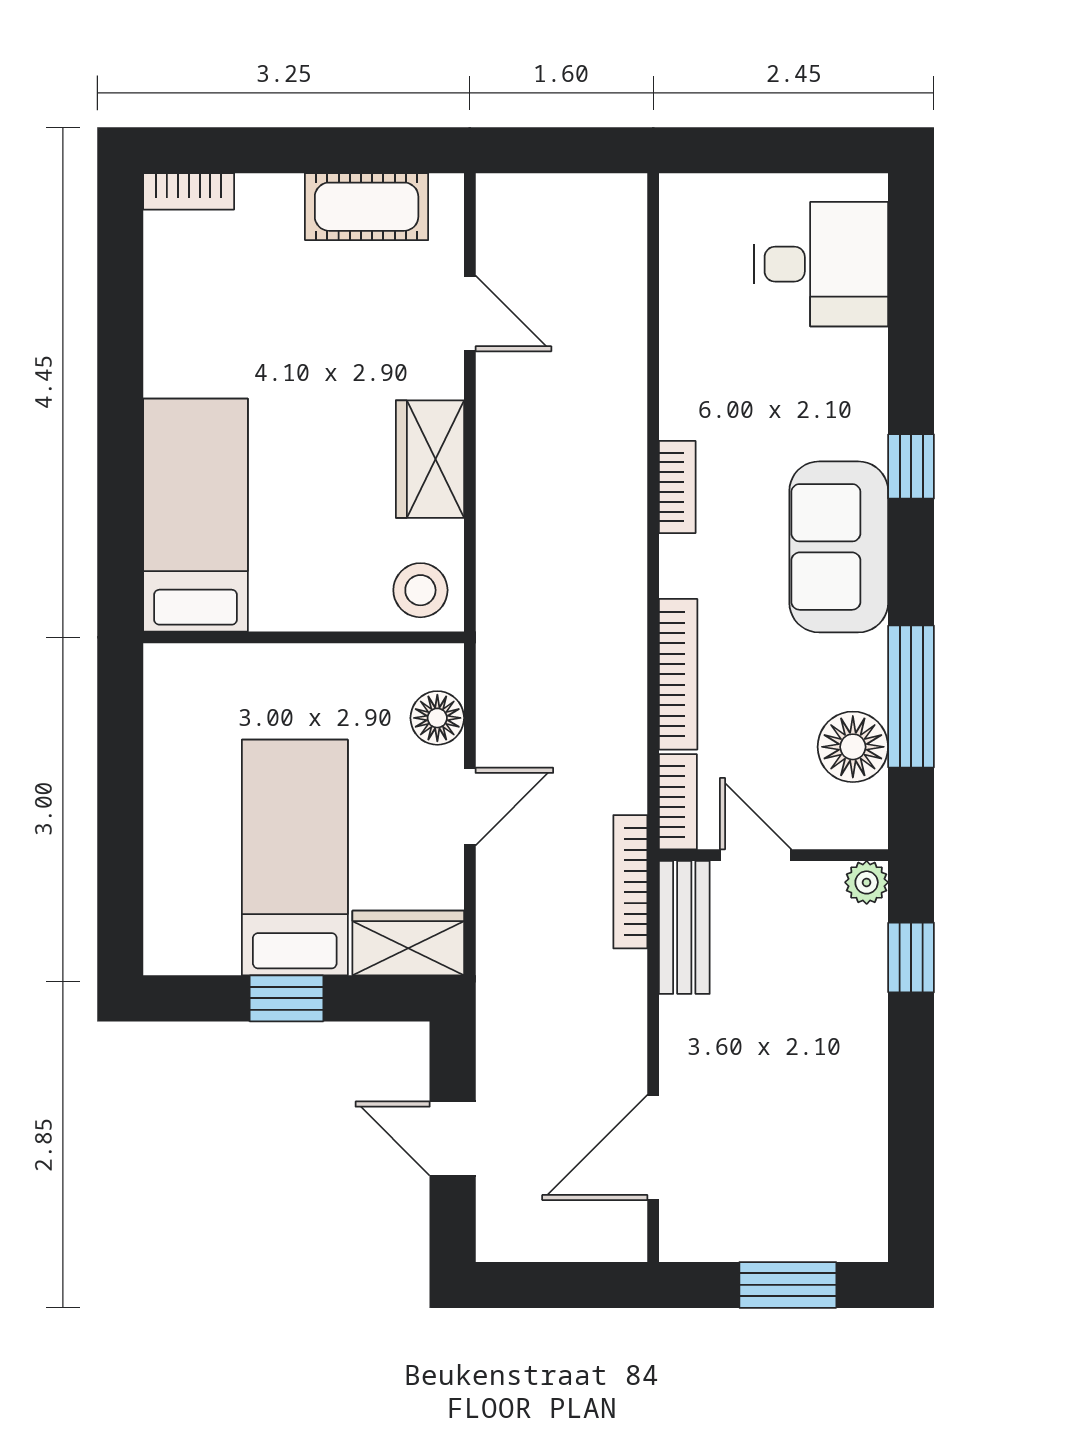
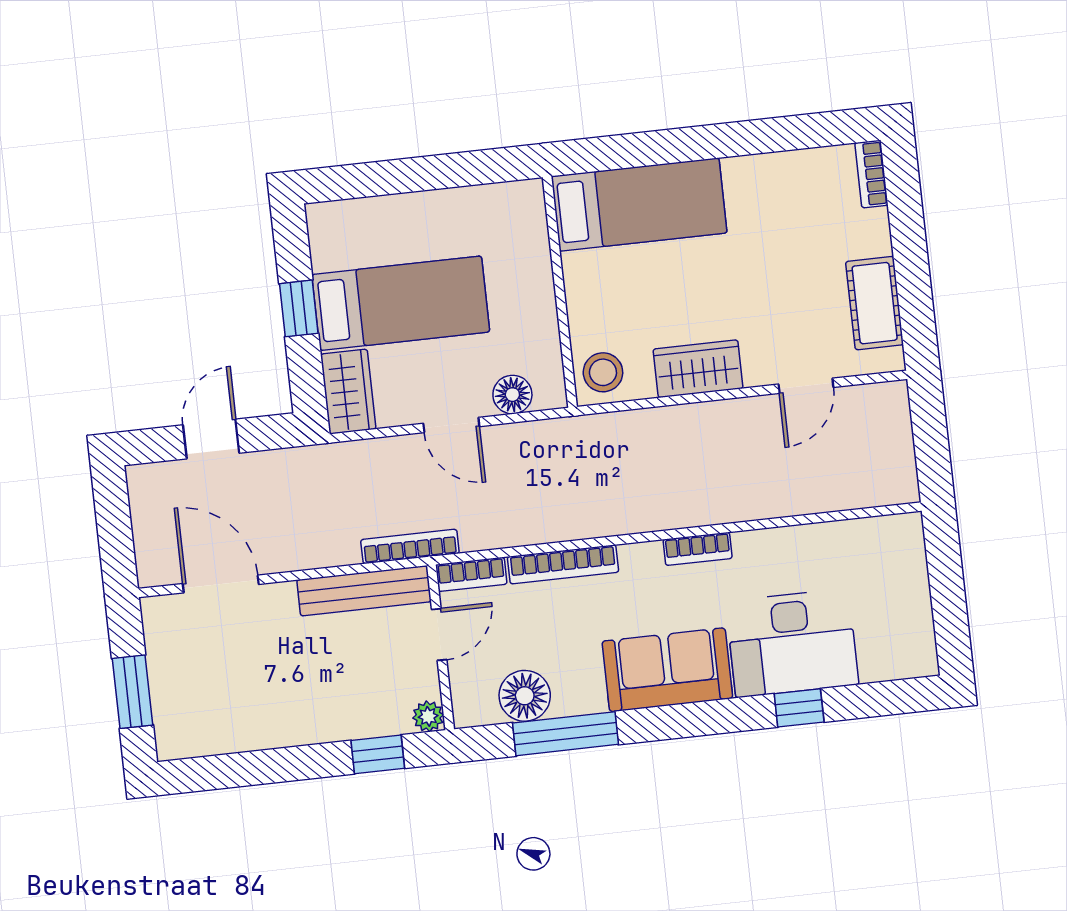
desk: (821, 264) -> (792, 643), moved, width x1.37
window: (911, 466) -> (799, 708), moved
bench: (684, 927) -> (364, 591), width x1.36

